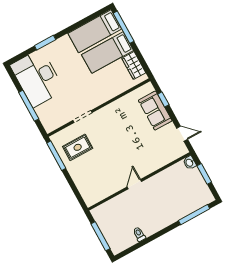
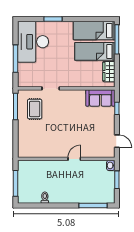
sofa: (155, 111) -> (100, 98), moved, turned -90
rug: (78, 147) -> (35, 109), turned 90
door: (134, 184) -> (74, 159), moved

